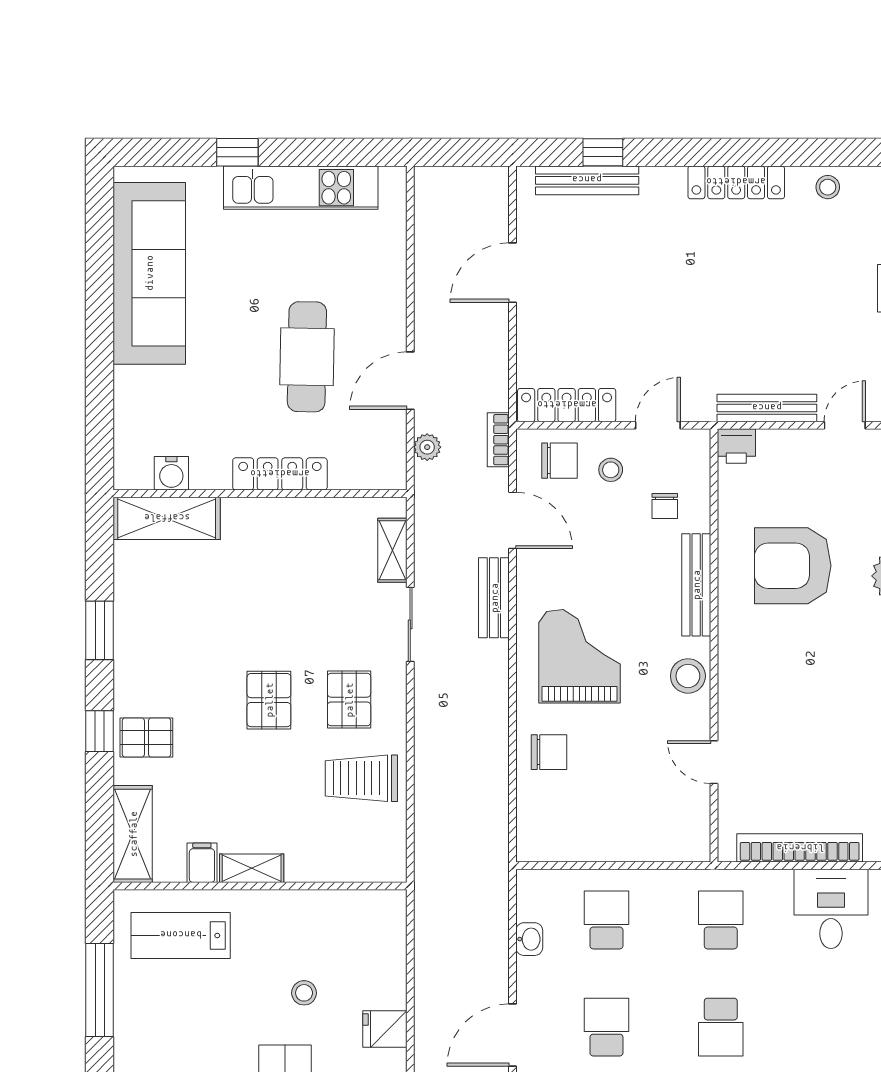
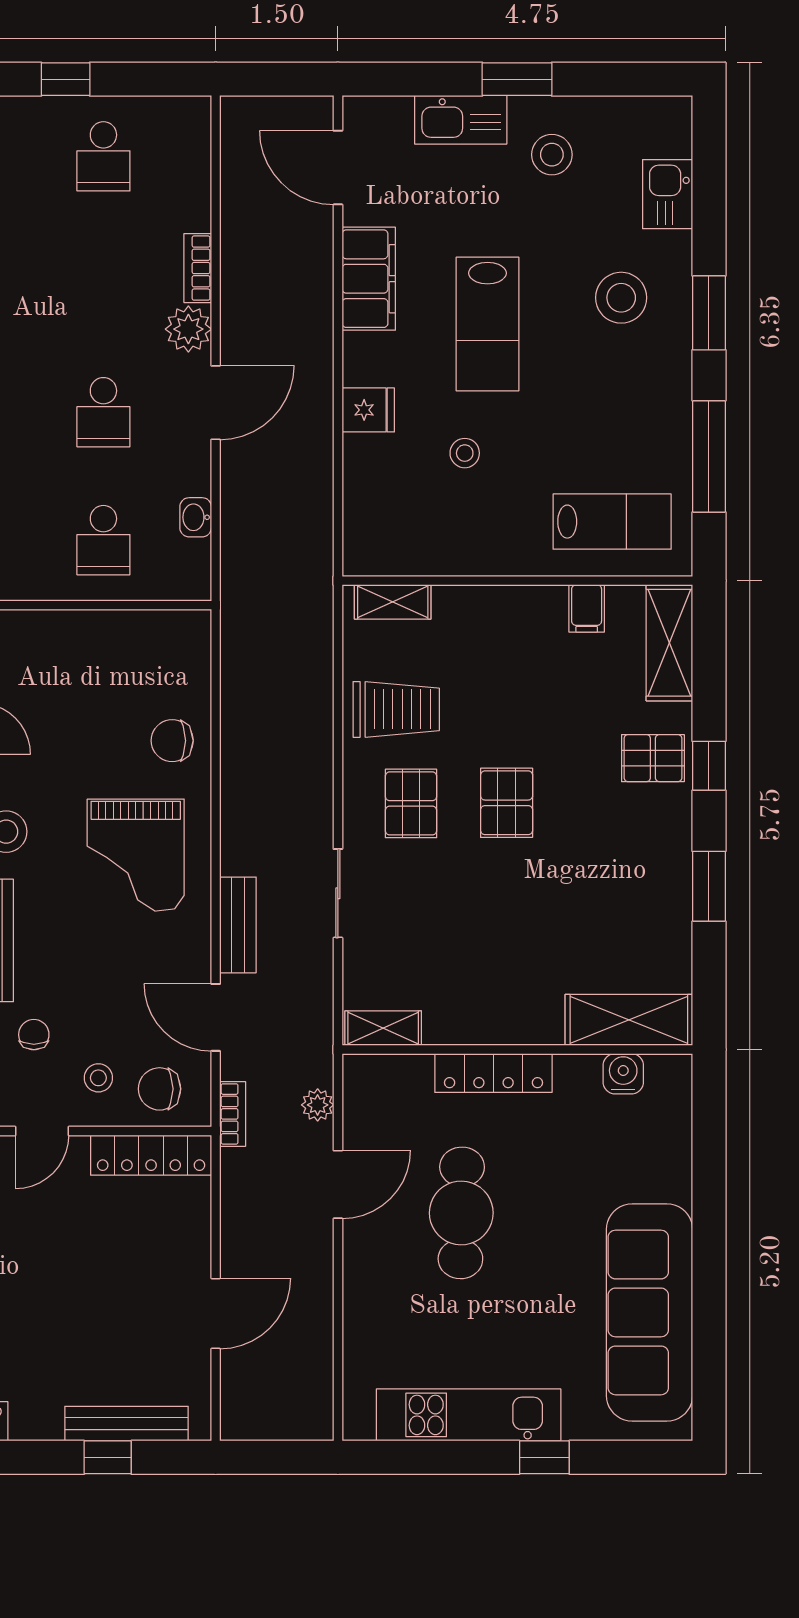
shelving: (392, 550) -> (383, 1028), moved, turned 90
shelving: (252, 868) -> (393, 602), moved

